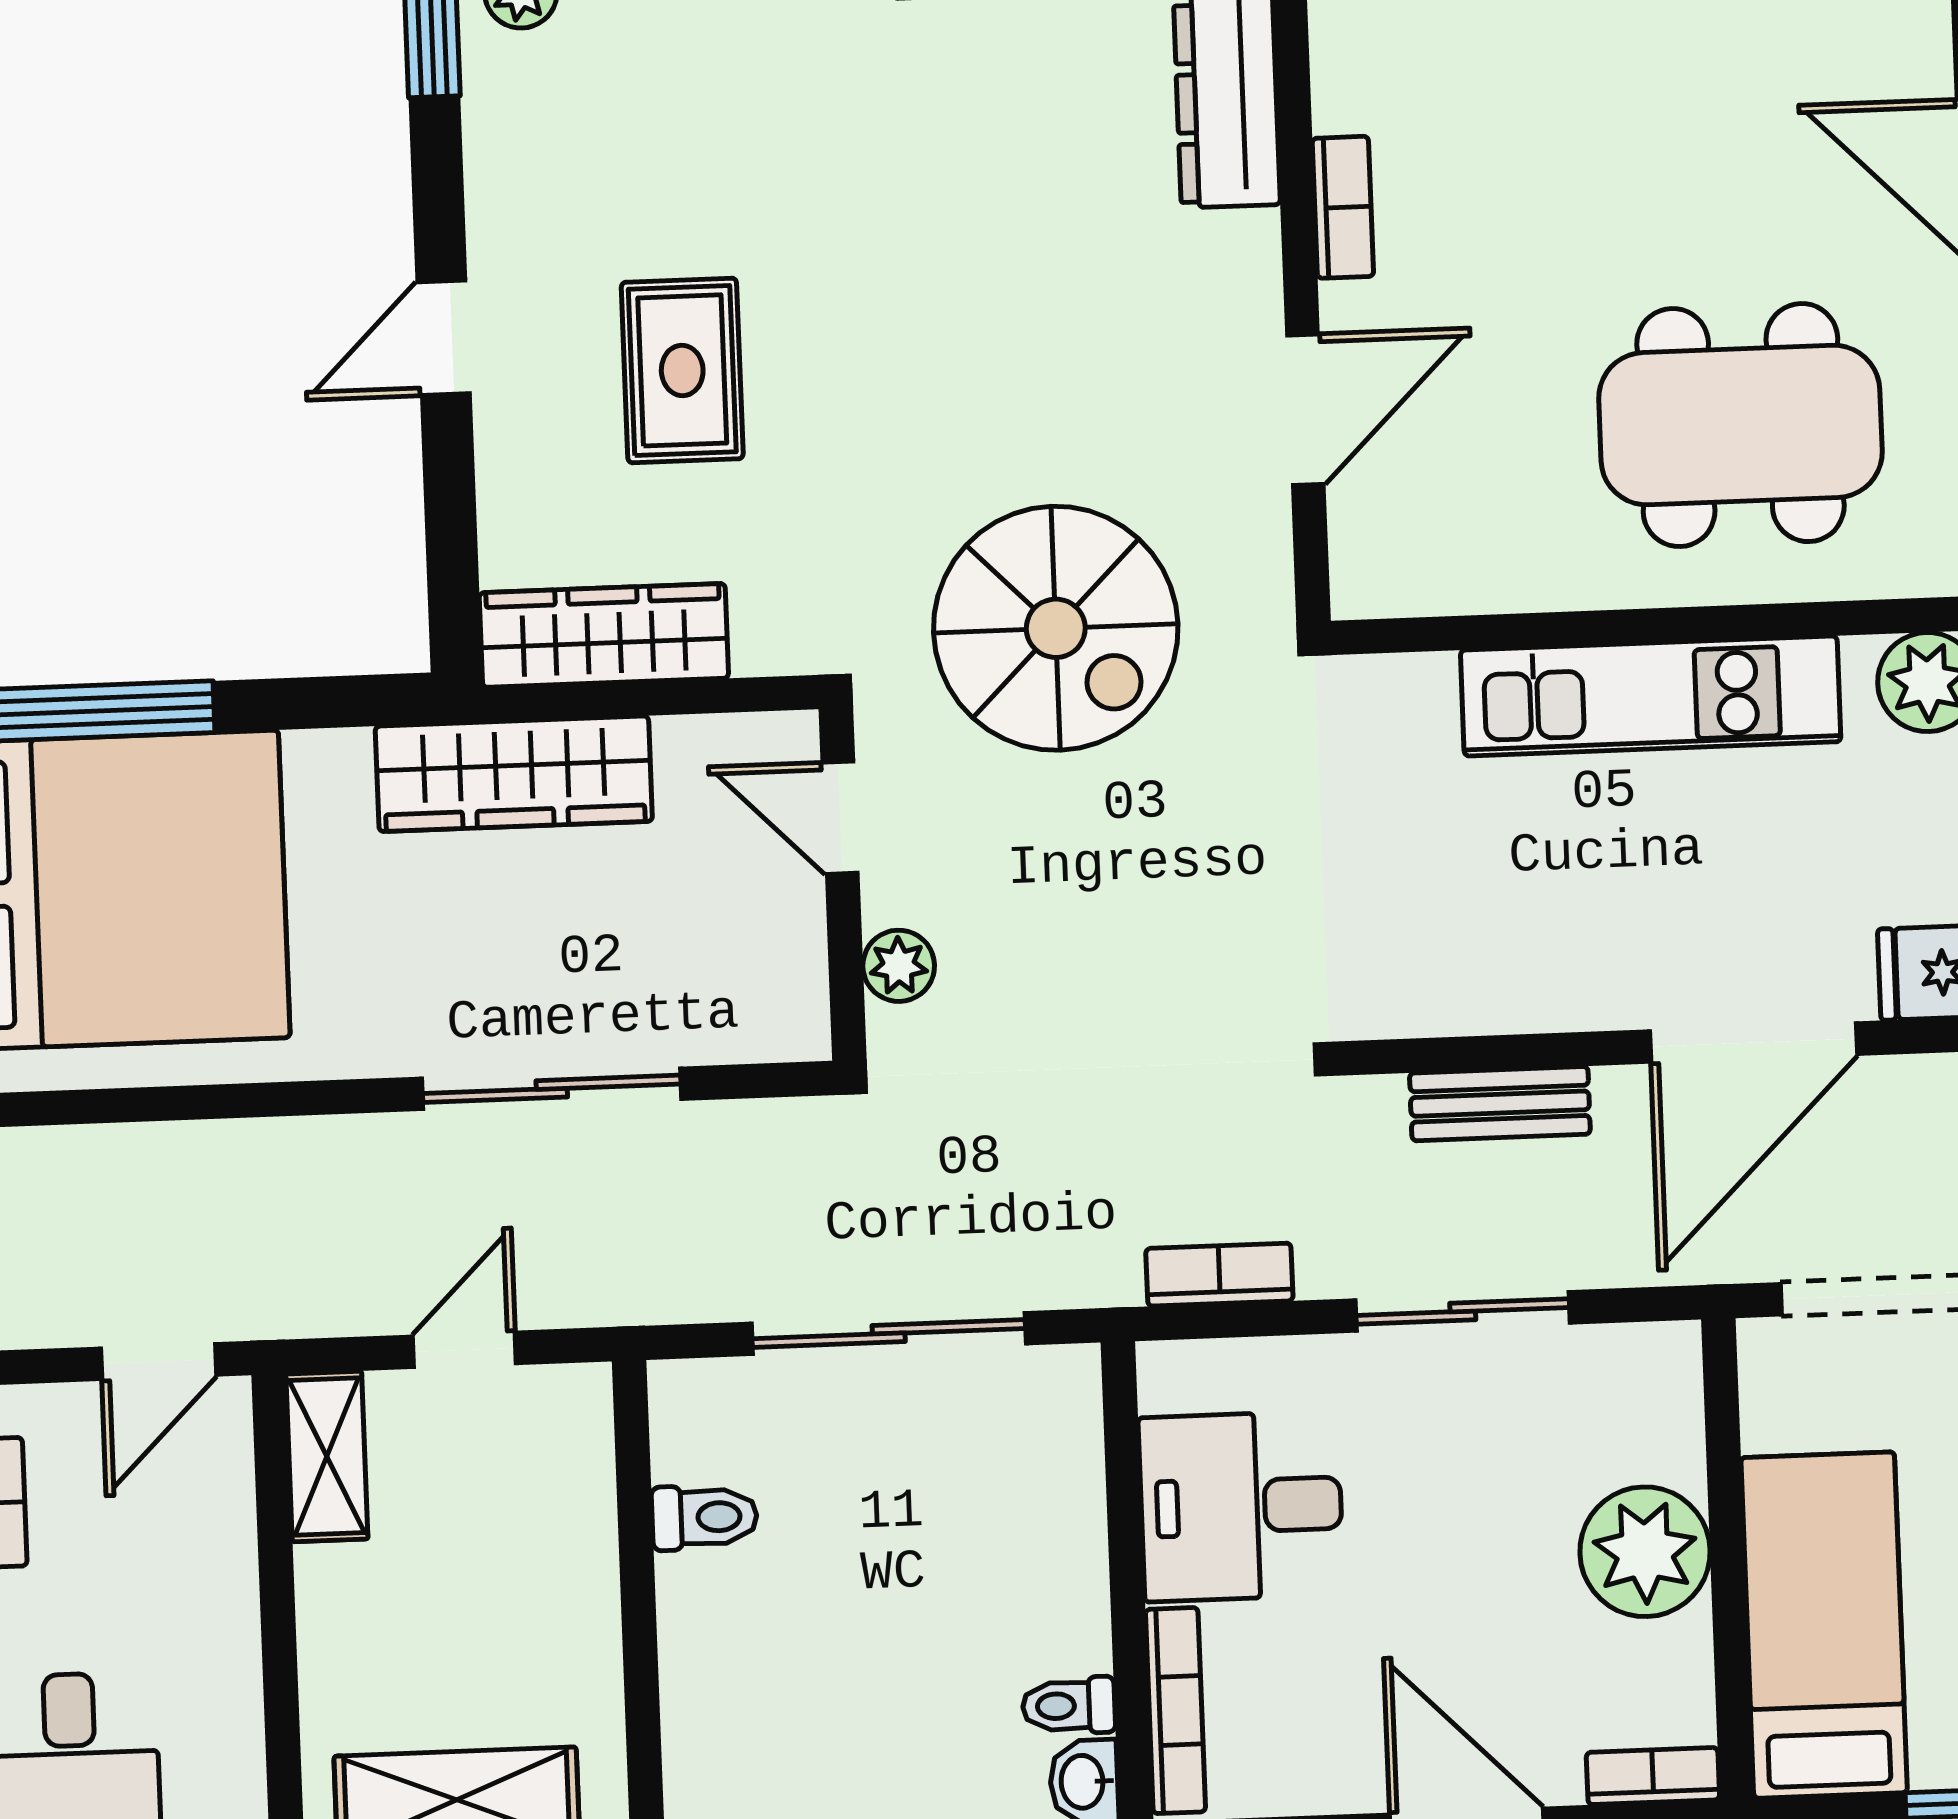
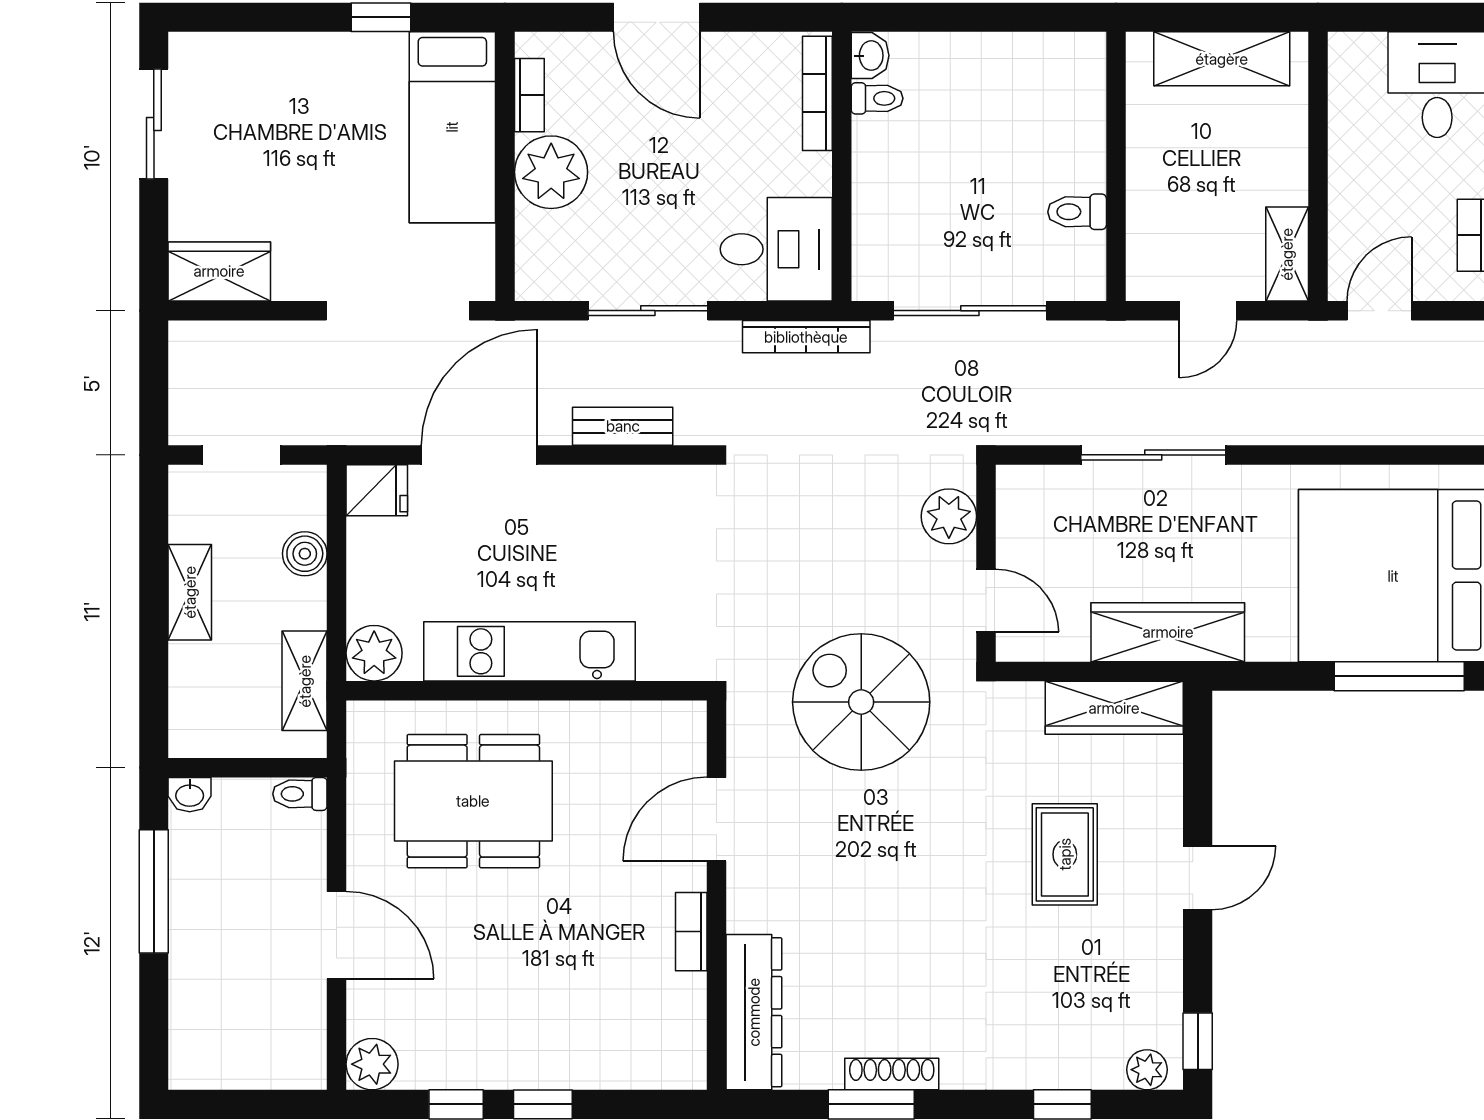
plant: (899, 966) -> (949, 516), width x1.38, depth x1.38
bookcase: (1219, 1275) -> (806, 337), width x1.56
desk: (1241, 1506) -> (776, 249), moved
bookcase: (1653, 1776) -> (529, 95), moved, turned -90

